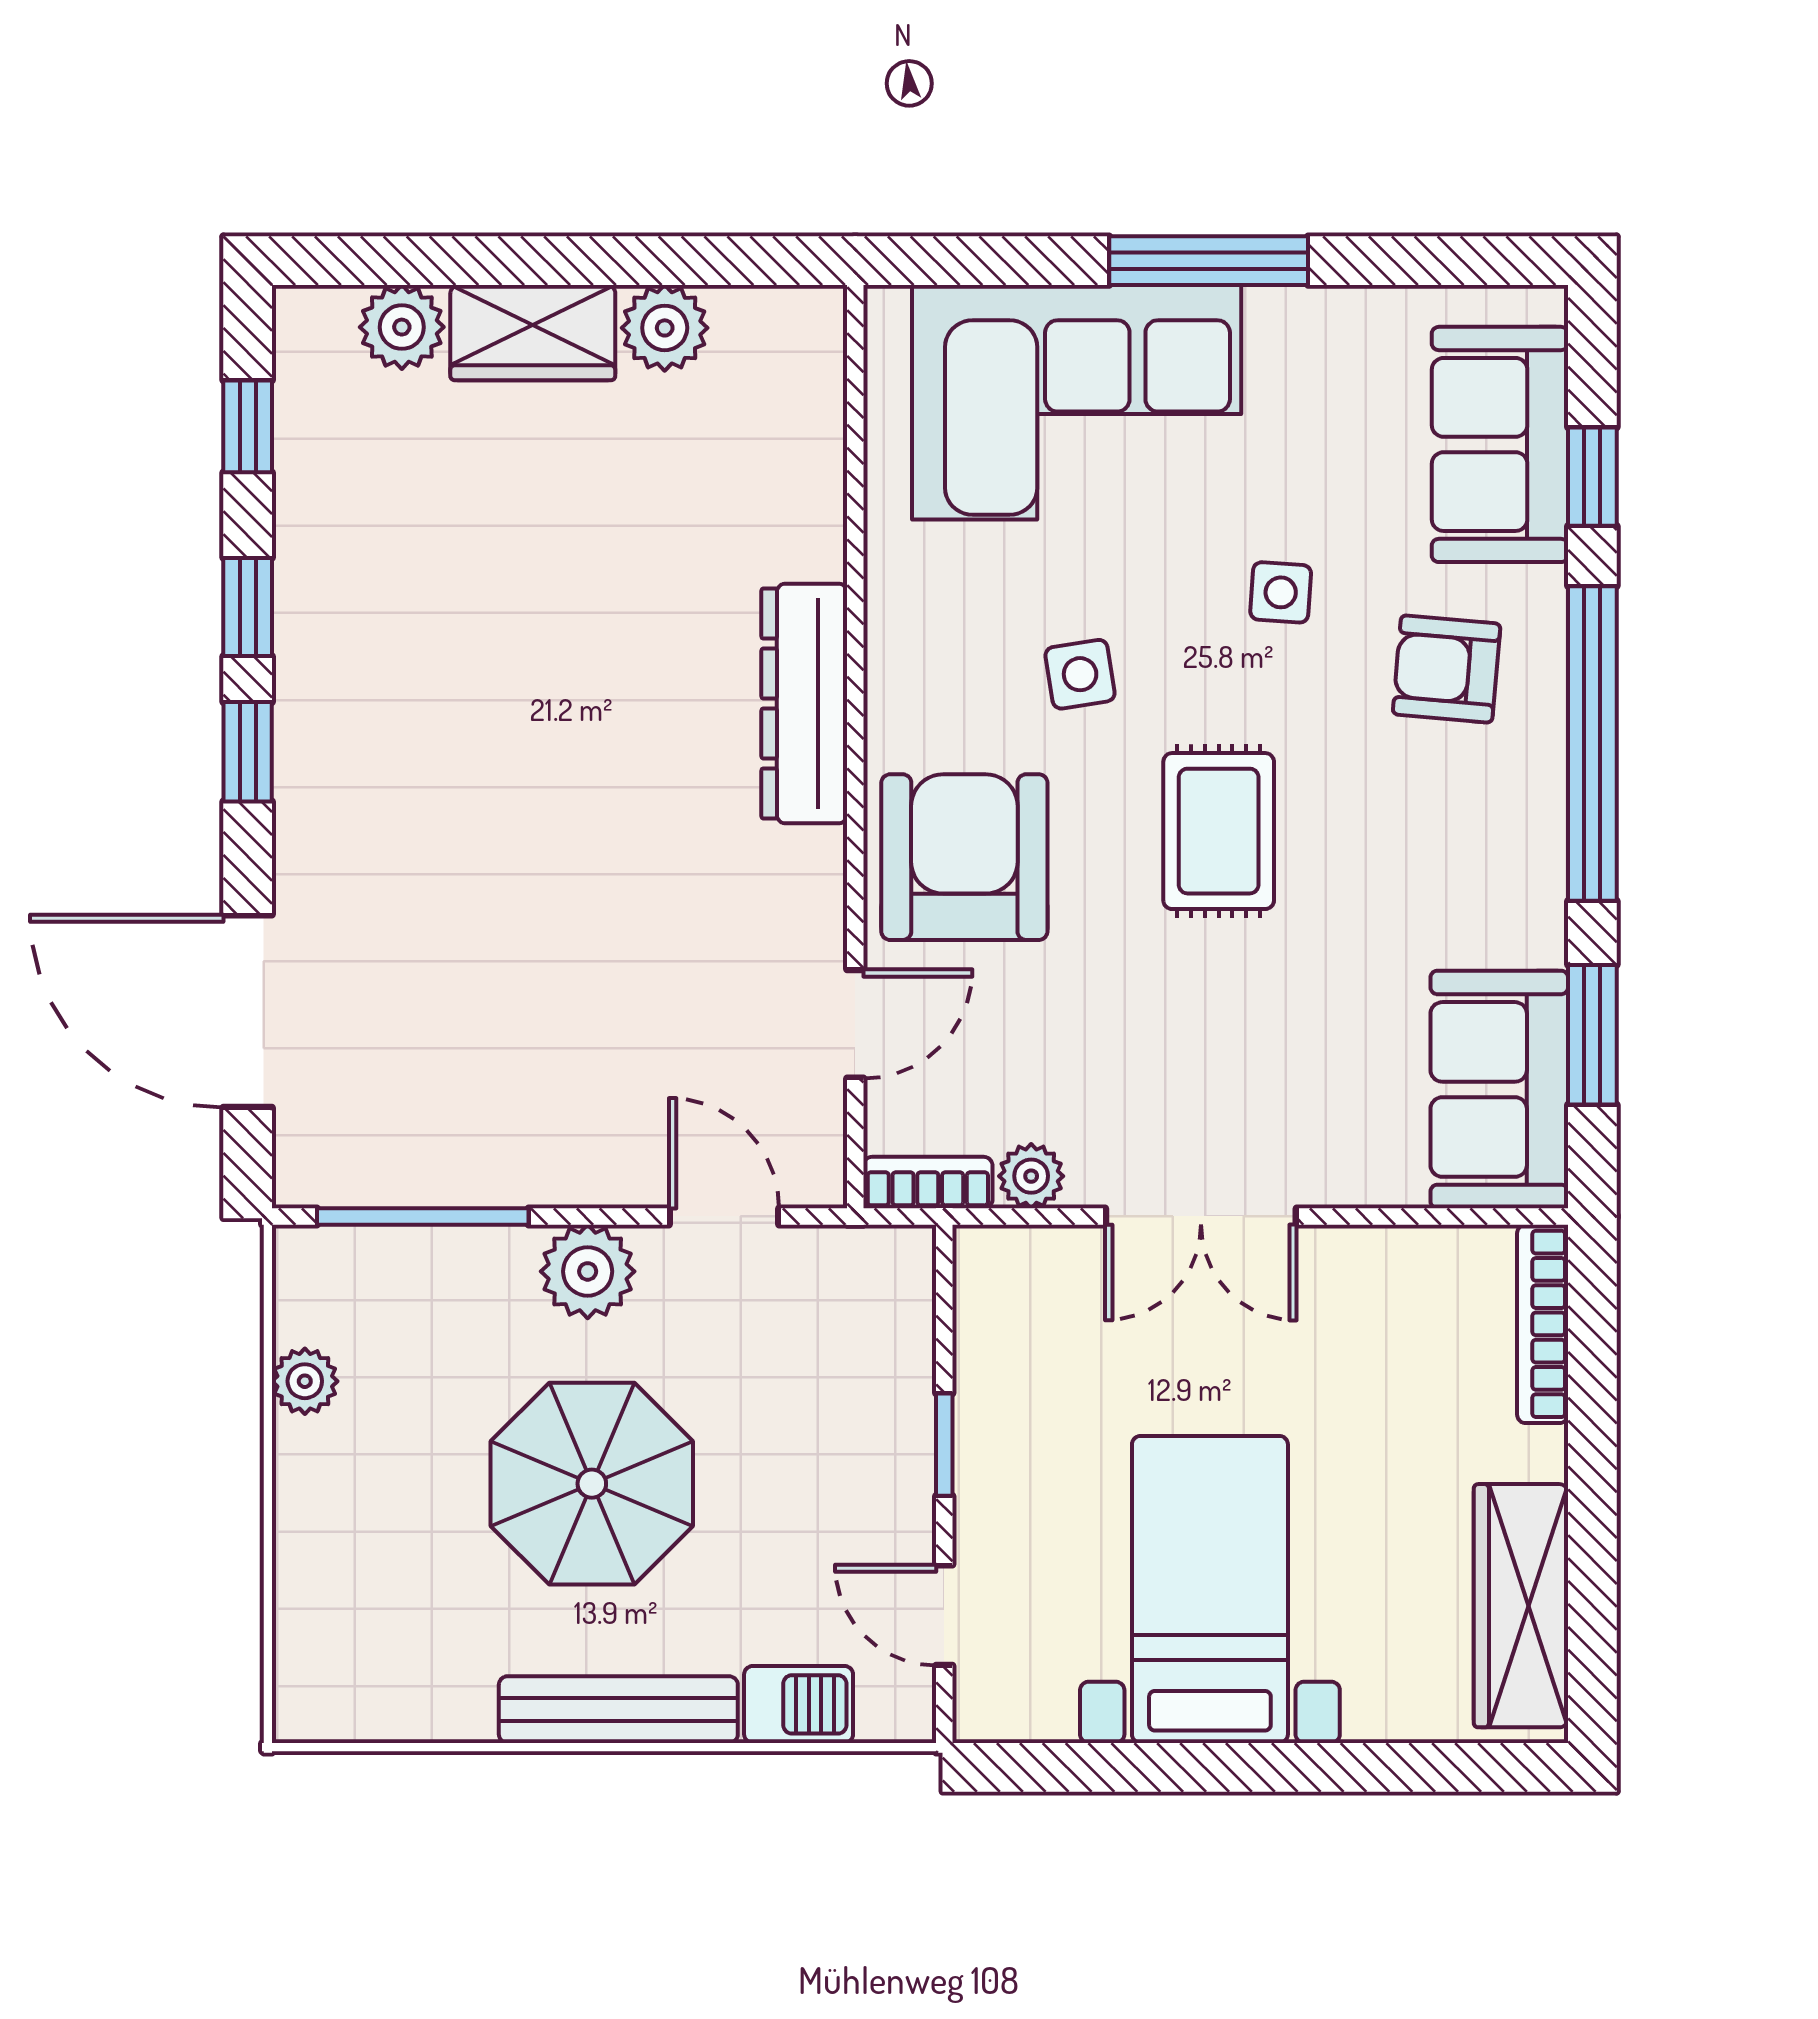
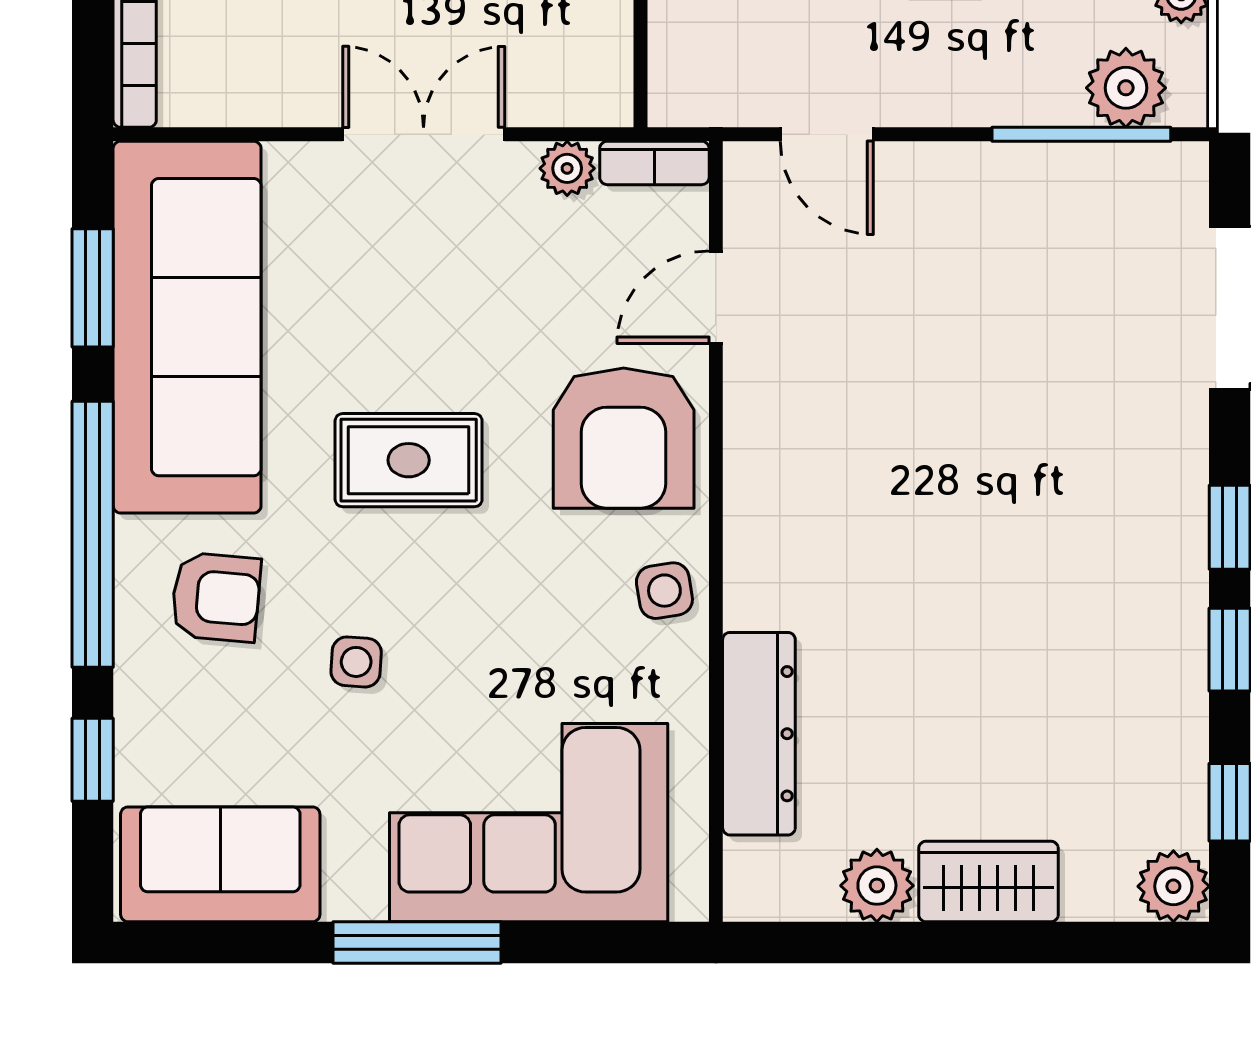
plant: (402, 327) -> (1173, 886), moved
sofa: (1500, 444) -> (220, 864), moved, turned -90
side table: (1080, 674) -> (664, 591), moved
dresser: (804, 703) -> (759, 734), moved
rug: (1219, 831) -> (409, 460), turned 90
sofa: (1499, 1089) -> (187, 327), width x1.85, depth x1.27
plant: (588, 1271) -> (1126, 88), moved

